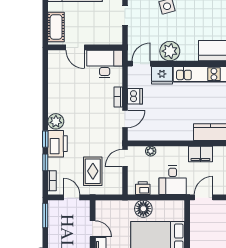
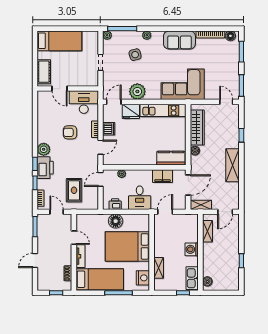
armchair: (88, 101) -> (70, 132), added

